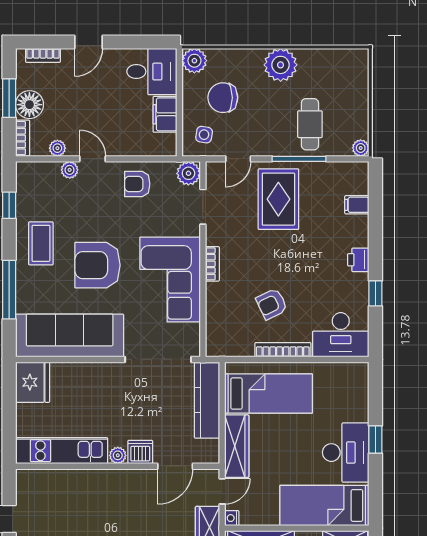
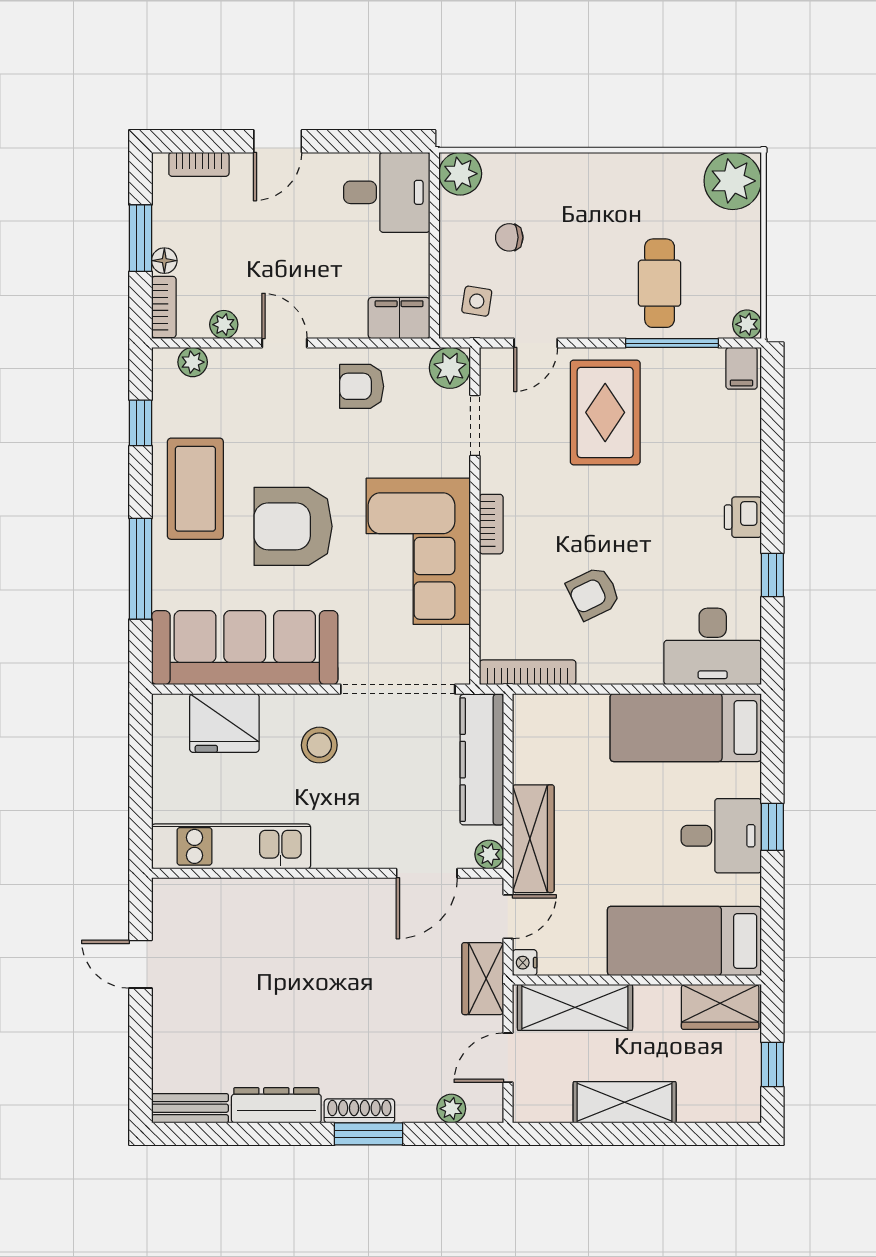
plant: (281, 65) -> (733, 181), moved
chair: (223, 98) -> (509, 237), width x0.54, depth x0.54
floor lamp: (29, 105) -> (164, 261), width x0.53, depth x0.53
filing cabinet: (165, 114) -> (399, 318), moved, turned 90
window: (299, 159) -> (672, 343), moved
plant: (70, 170) -> (193, 362), moved
filing cabinet: (357, 205) -> (742, 368), moved, turned -90
coffee table: (41, 243) -> (195, 489), width x1.36, depth x1.32
bookcase: (283, 350) -> (528, 672), moved
fridge: (33, 382) -> (224, 723), moved, turned 90
stool: (113, 392) -> (319, 745), added
bed: (268, 394) -> (686, 728), moved, turned 180
dishwasher: (140, 452) -> (367, 849), removed
desk: (346, 453) -> (721, 836), width x0.73
plant: (118, 455) -> (489, 854), moved

